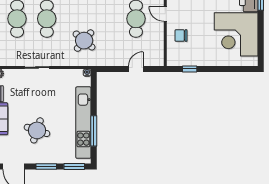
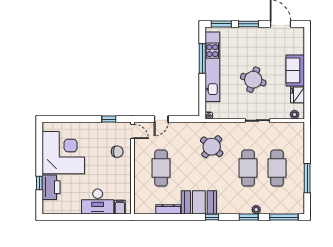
door: (165, 14) -> (132, 131), moved
round table: (37, 130) -> (253, 80), moved

